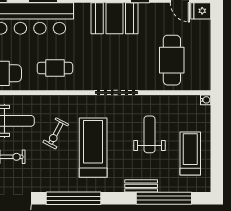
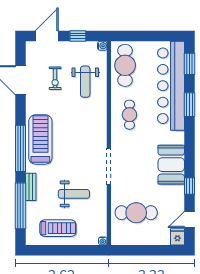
exercise bike: (56, 133) -> (75, 115), removed
treadmill: (93, 148) -> (40, 139), moved, turned -90
window: (73, 198) -> (20, 148), moved

